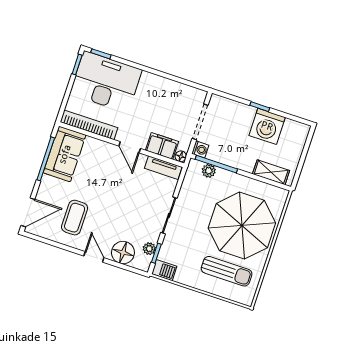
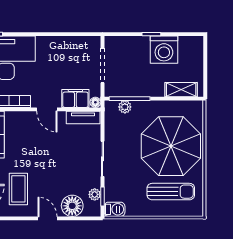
washing machine: (200, 149) -> (111, 90), removed

